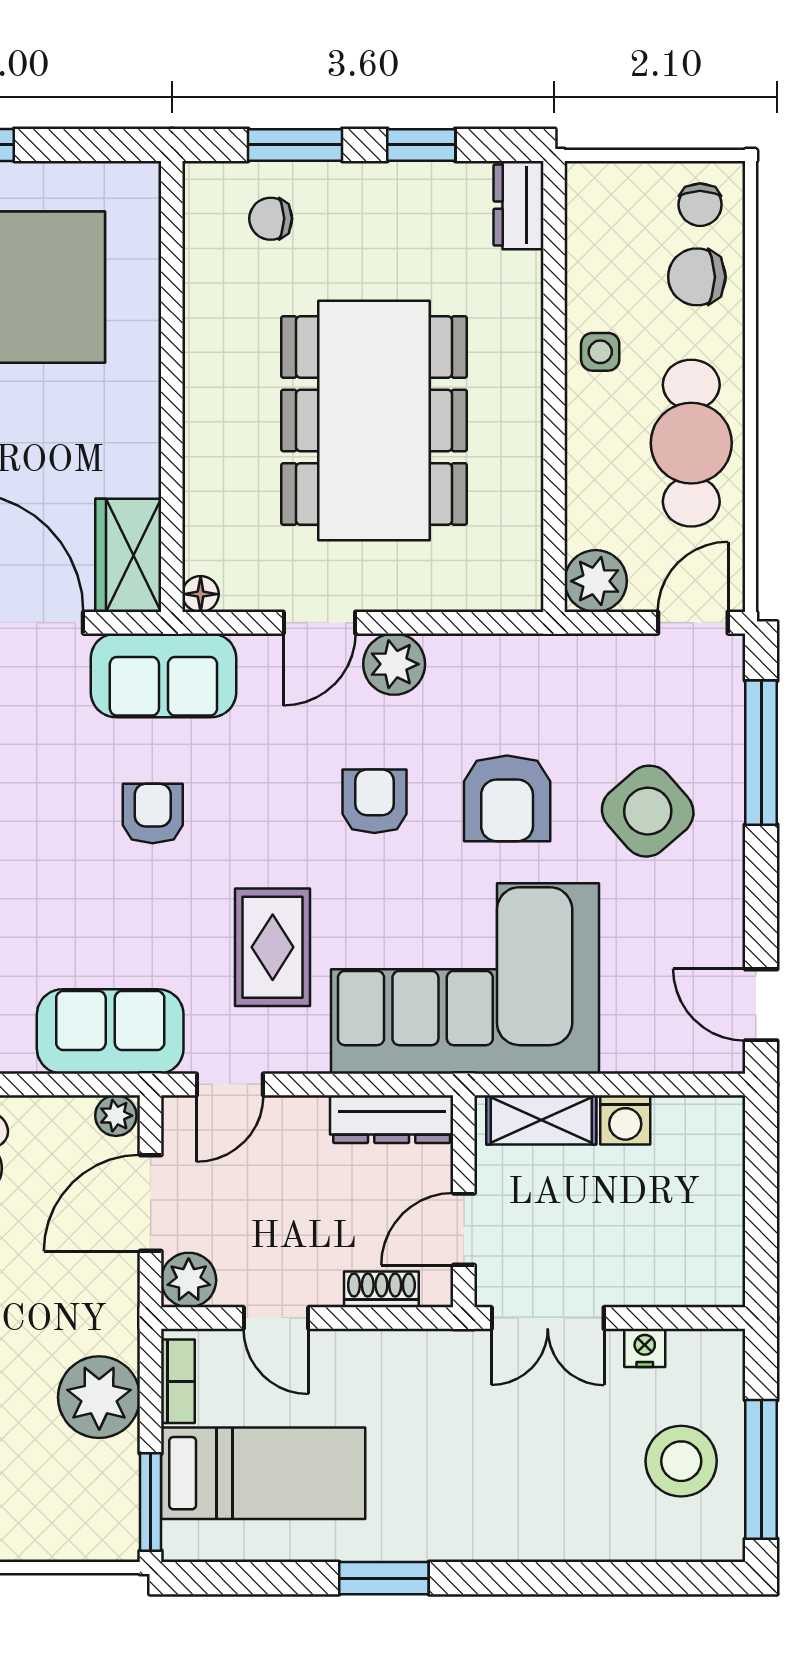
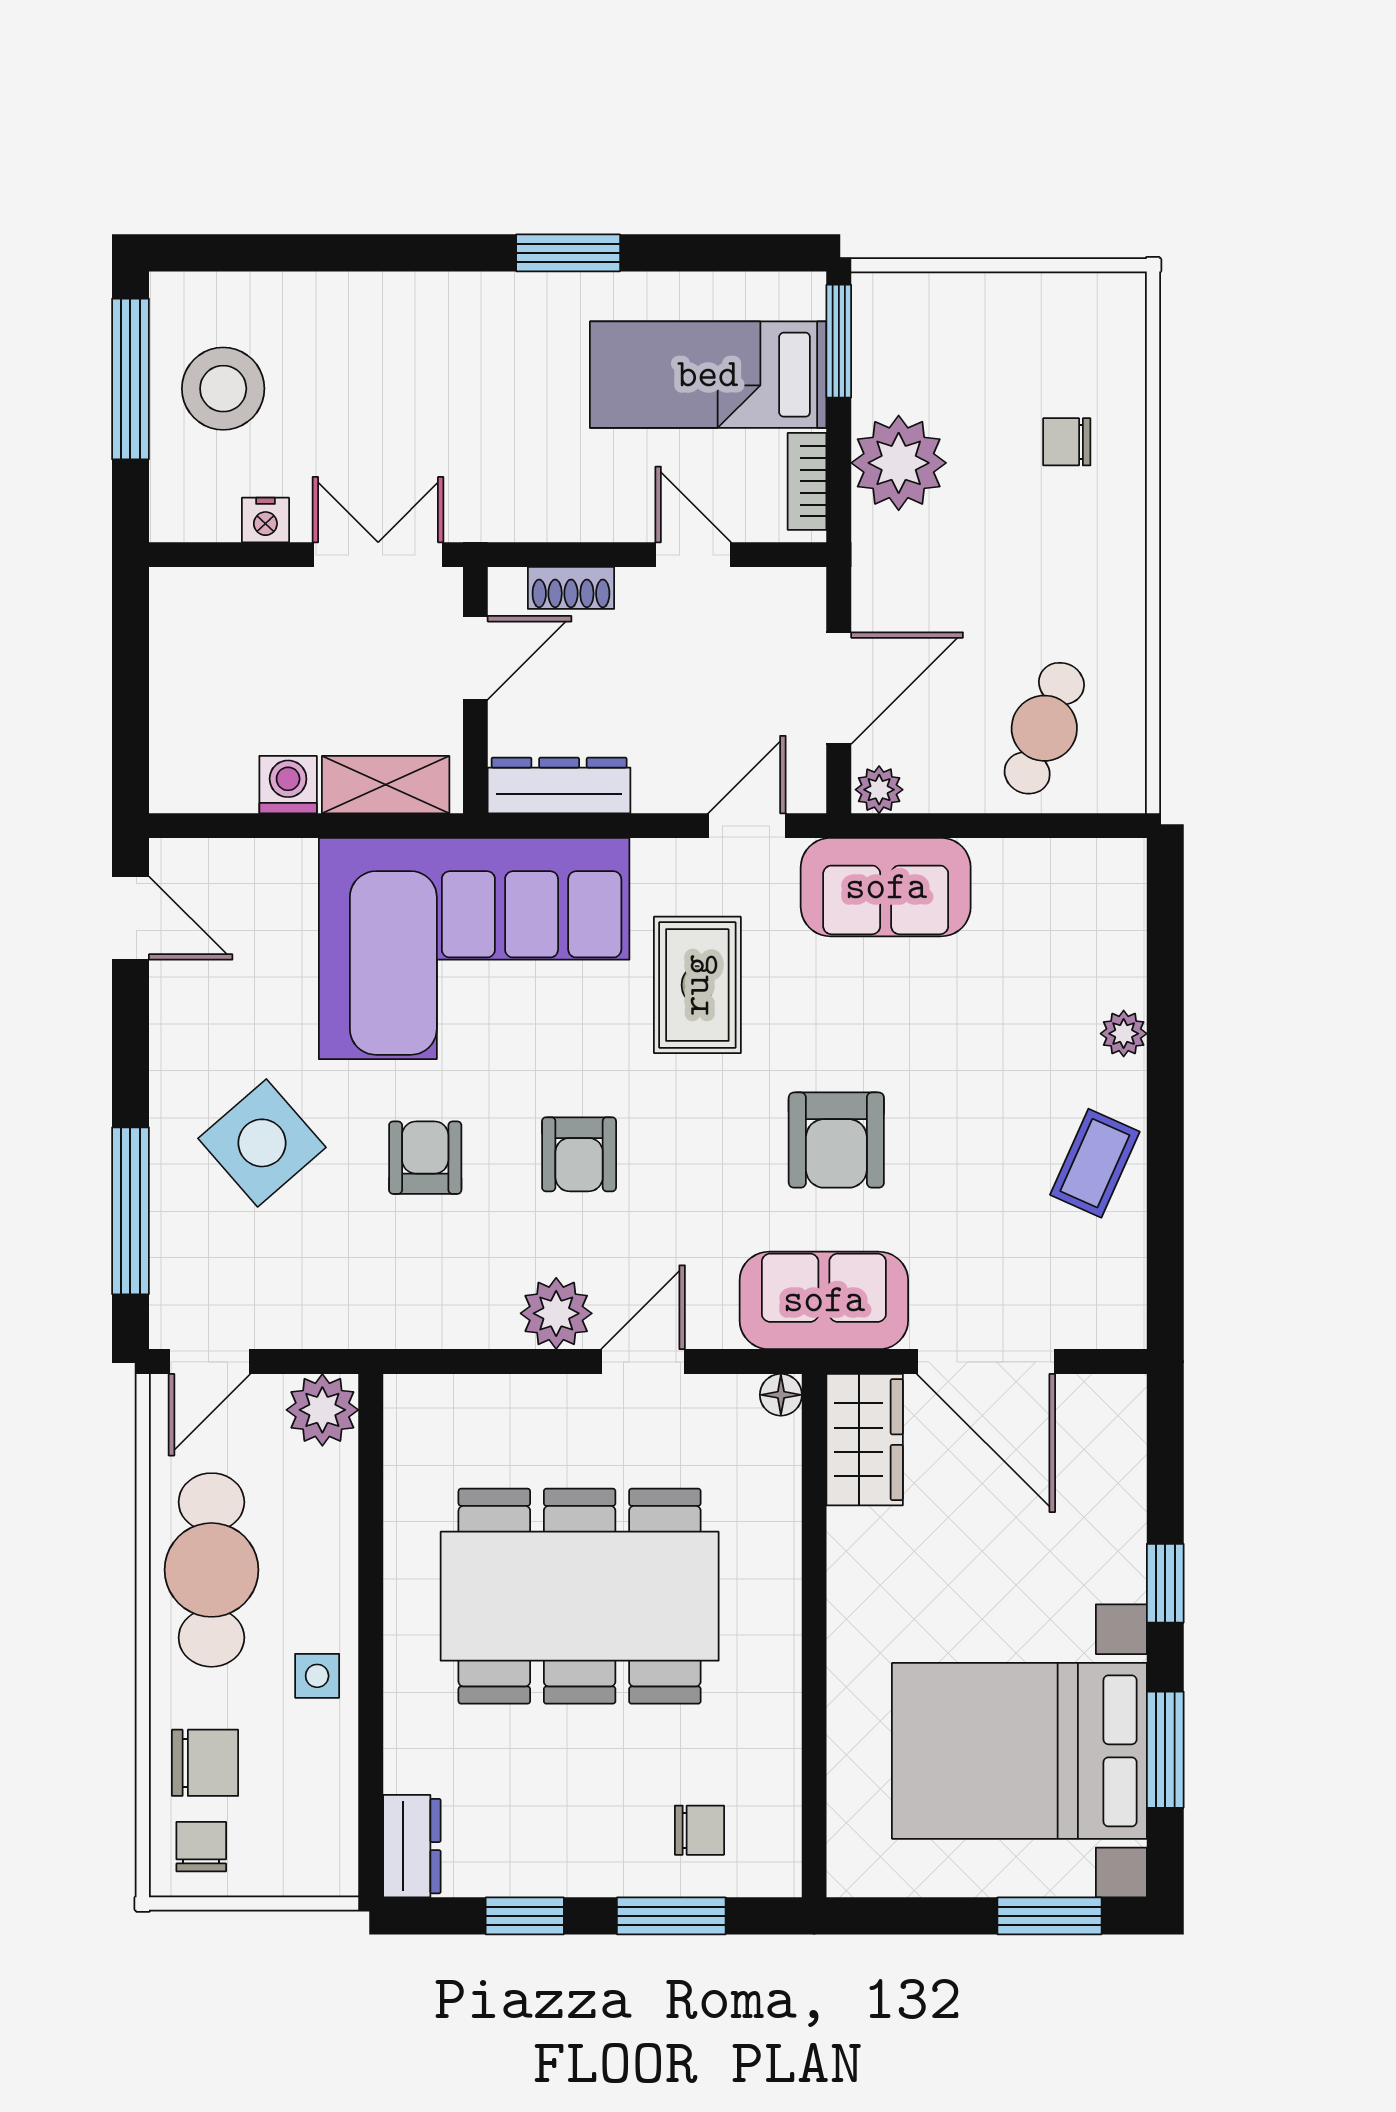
dining table: (374, 420) -> (580, 1596), turned 90
armchair: (507, 798) -> (425, 1158), width x0.72, depth x0.72
armchair: (153, 814) -> (836, 1140), width x1.38, depth x1.38
plant: (189, 1280) -> (795, 599), removed

